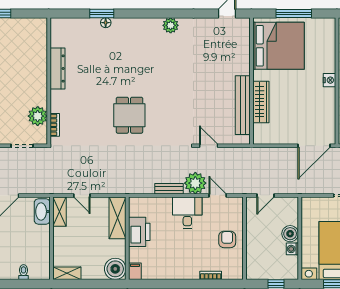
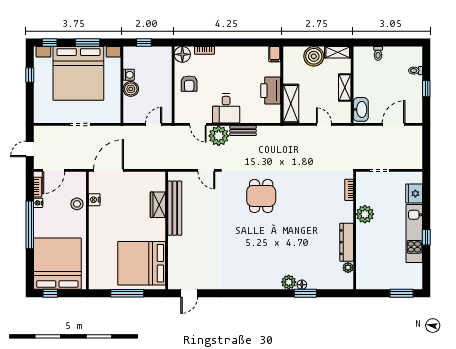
plant: (171, 25) -> (289, 282), moved
plant: (56, 41) -> (348, 268), added
nightstand: (329, 80) -> (94, 200), moved
wardrobe: (261, 102) -> (158, 205), width x0.67
dining table: (129, 115) -> (261, 196), moved
plant: (38, 116) -> (365, 214), moved
shelving: (59, 212) -> (345, 88), moved
boiler: (115, 269) -> (314, 56), moved
floor lamp: (235, 271) -> (182, 54), added

